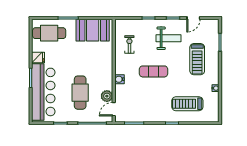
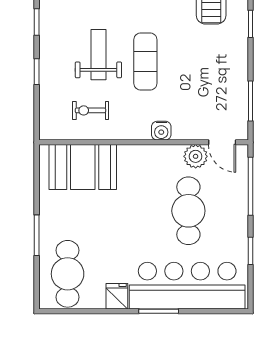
booth: (93, 30) -> (83, 167), moved, turned 90
weight bench: (169, 38) -> (98, 55), moved
cafe table: (80, 93) -> (188, 211), turned 90

